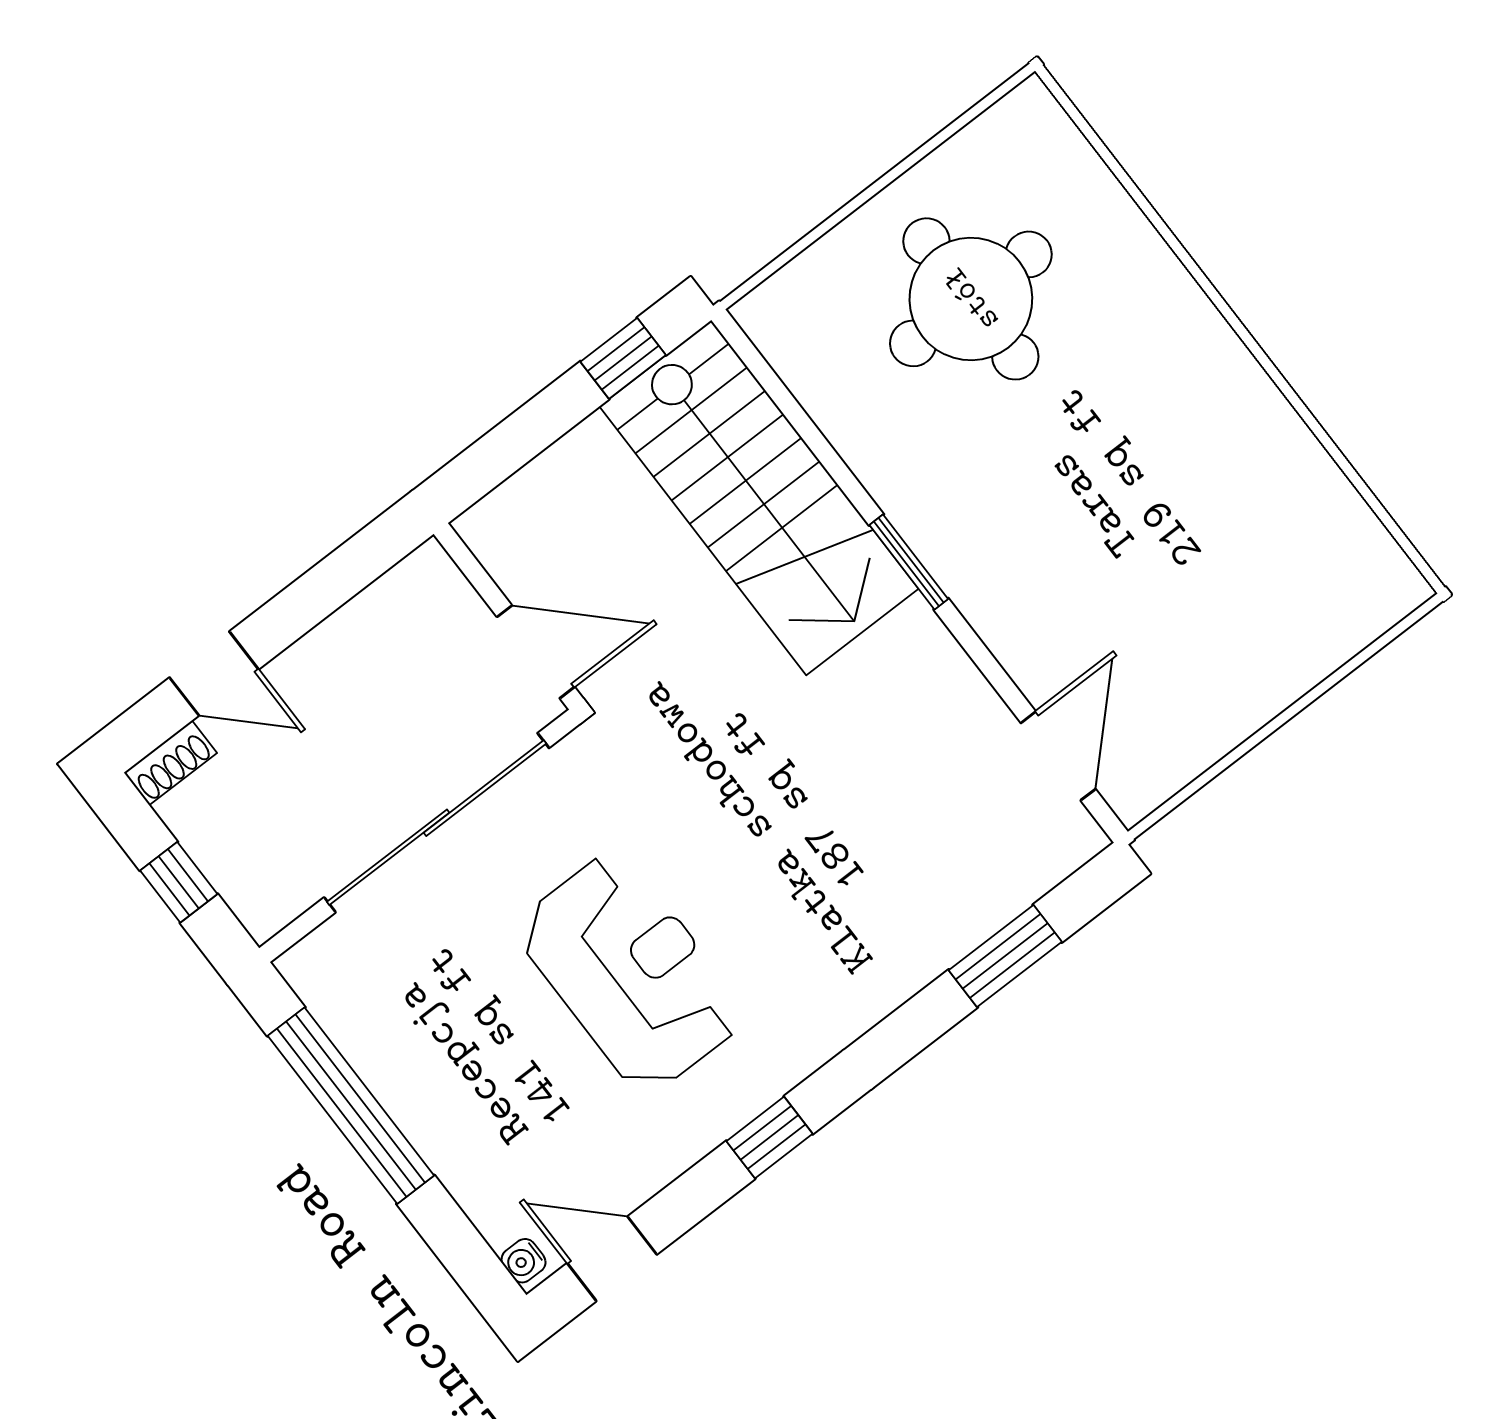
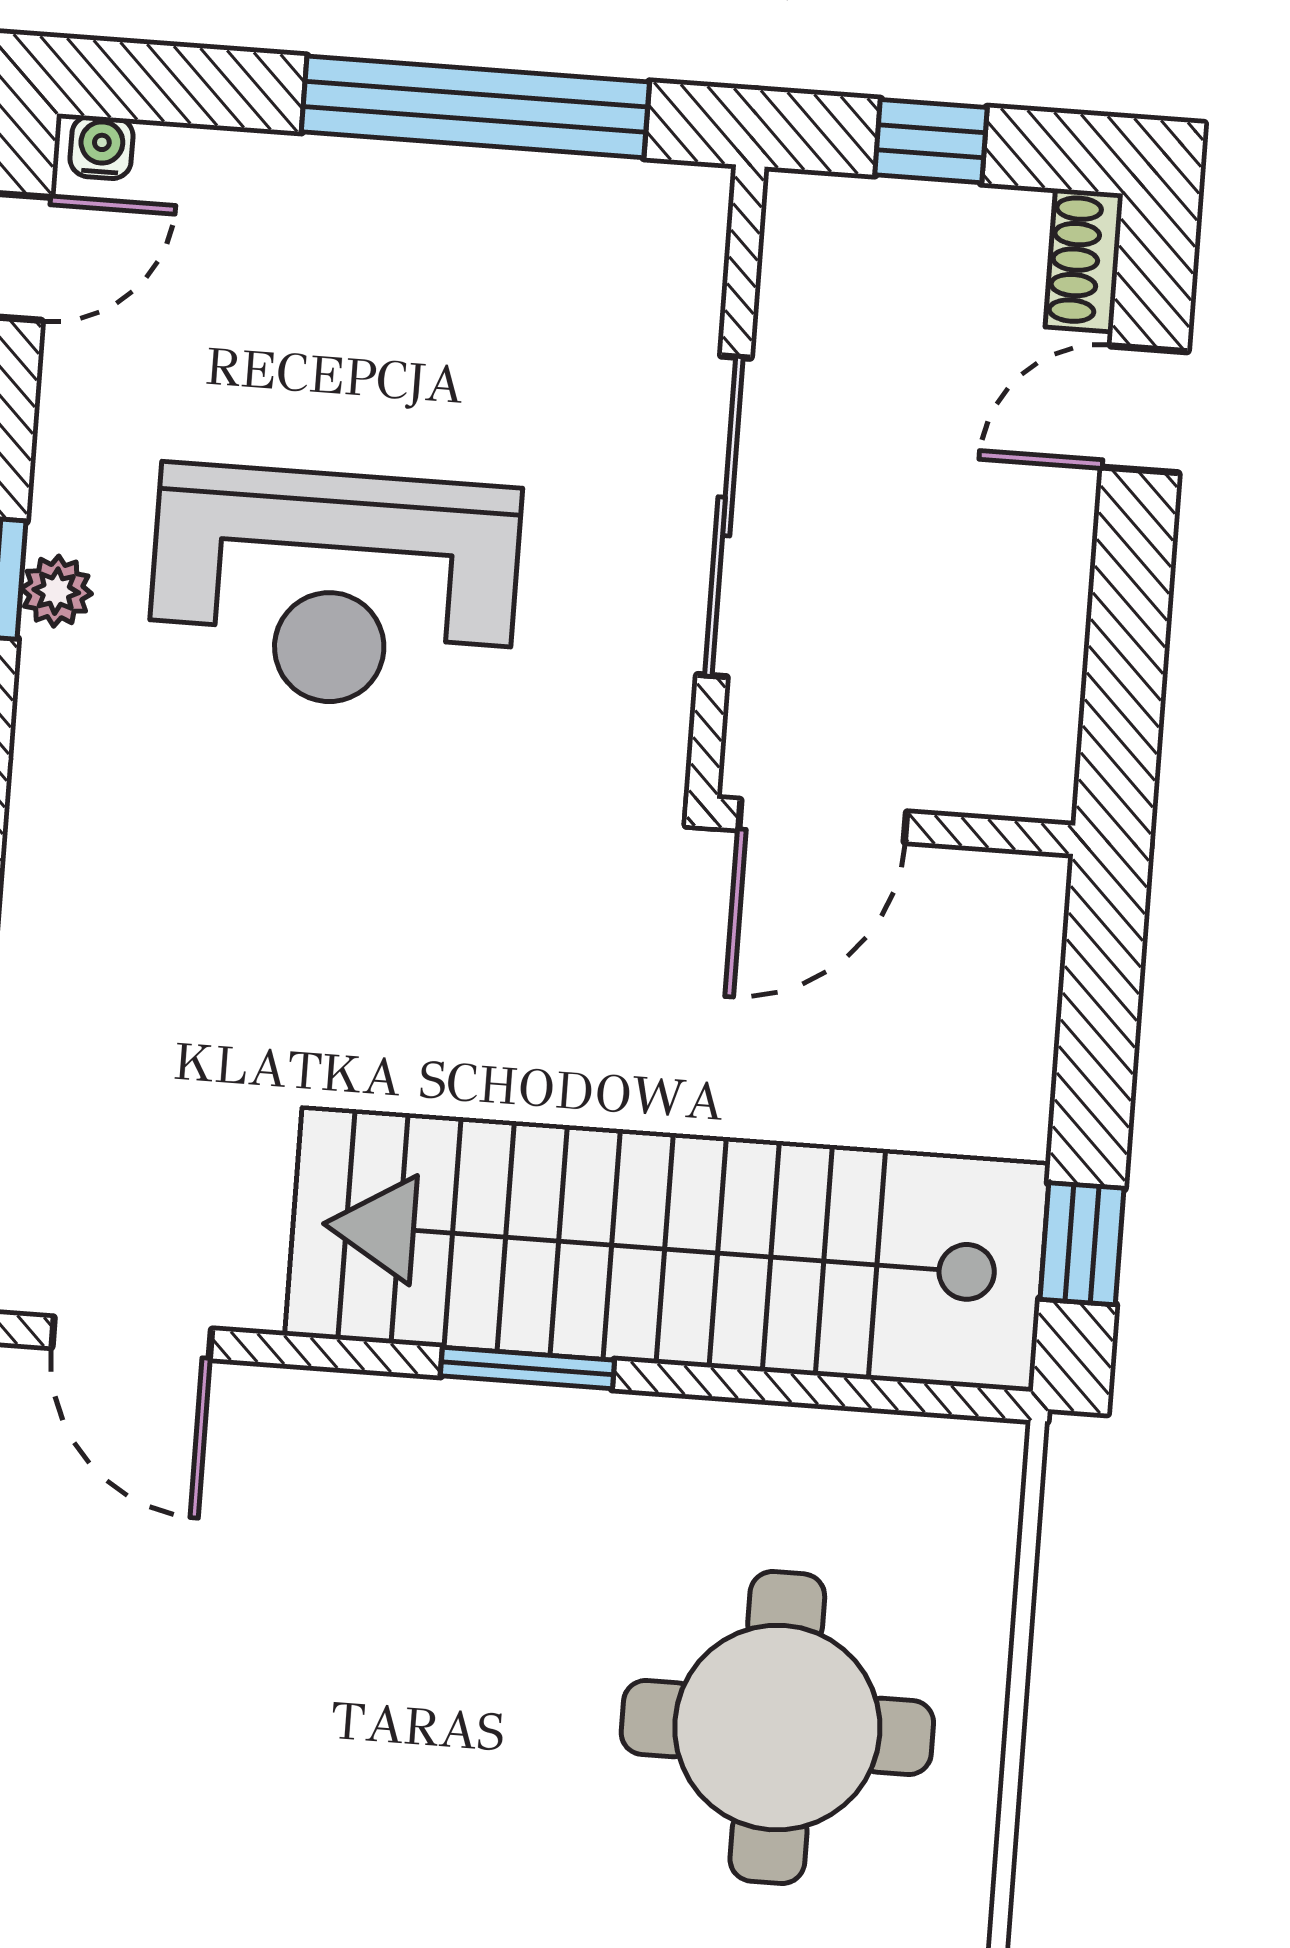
stairs: (759, 498) -> (668, 1249), width x1.36
sliding door: (437, 823) -> (724, 516), width x0.73
plant: (746, 1099) -> (56, 591), added

